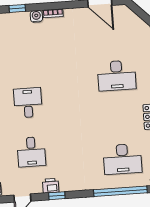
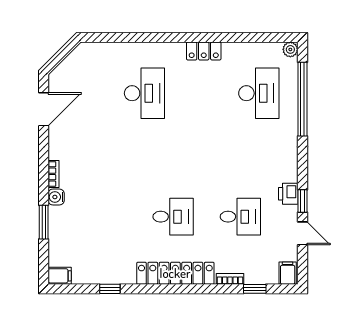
window: (17, 8) -> (44, 222), width x1.50
desk: (28, 103) -> (173, 217), turned 180
window: (57, 196) -> (302, 201), moved

